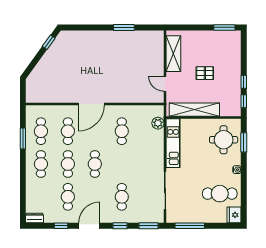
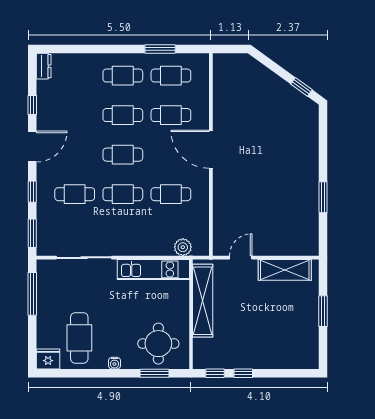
window: (224, 27) -> (323, 311), moved
pallet: (205, 73) -> (256, 316), removed
cafe table: (68, 197) -> (123, 194), moved
door: (89, 226) -> (32, 147), hinge flipped

